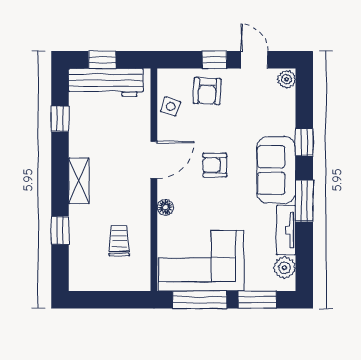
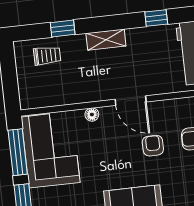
side table: (171, 106) -> (177, 110), removed
armchair: (215, 165) -> (153, 146), moved
trolley: (119, 241) -> (47, 56), moved

